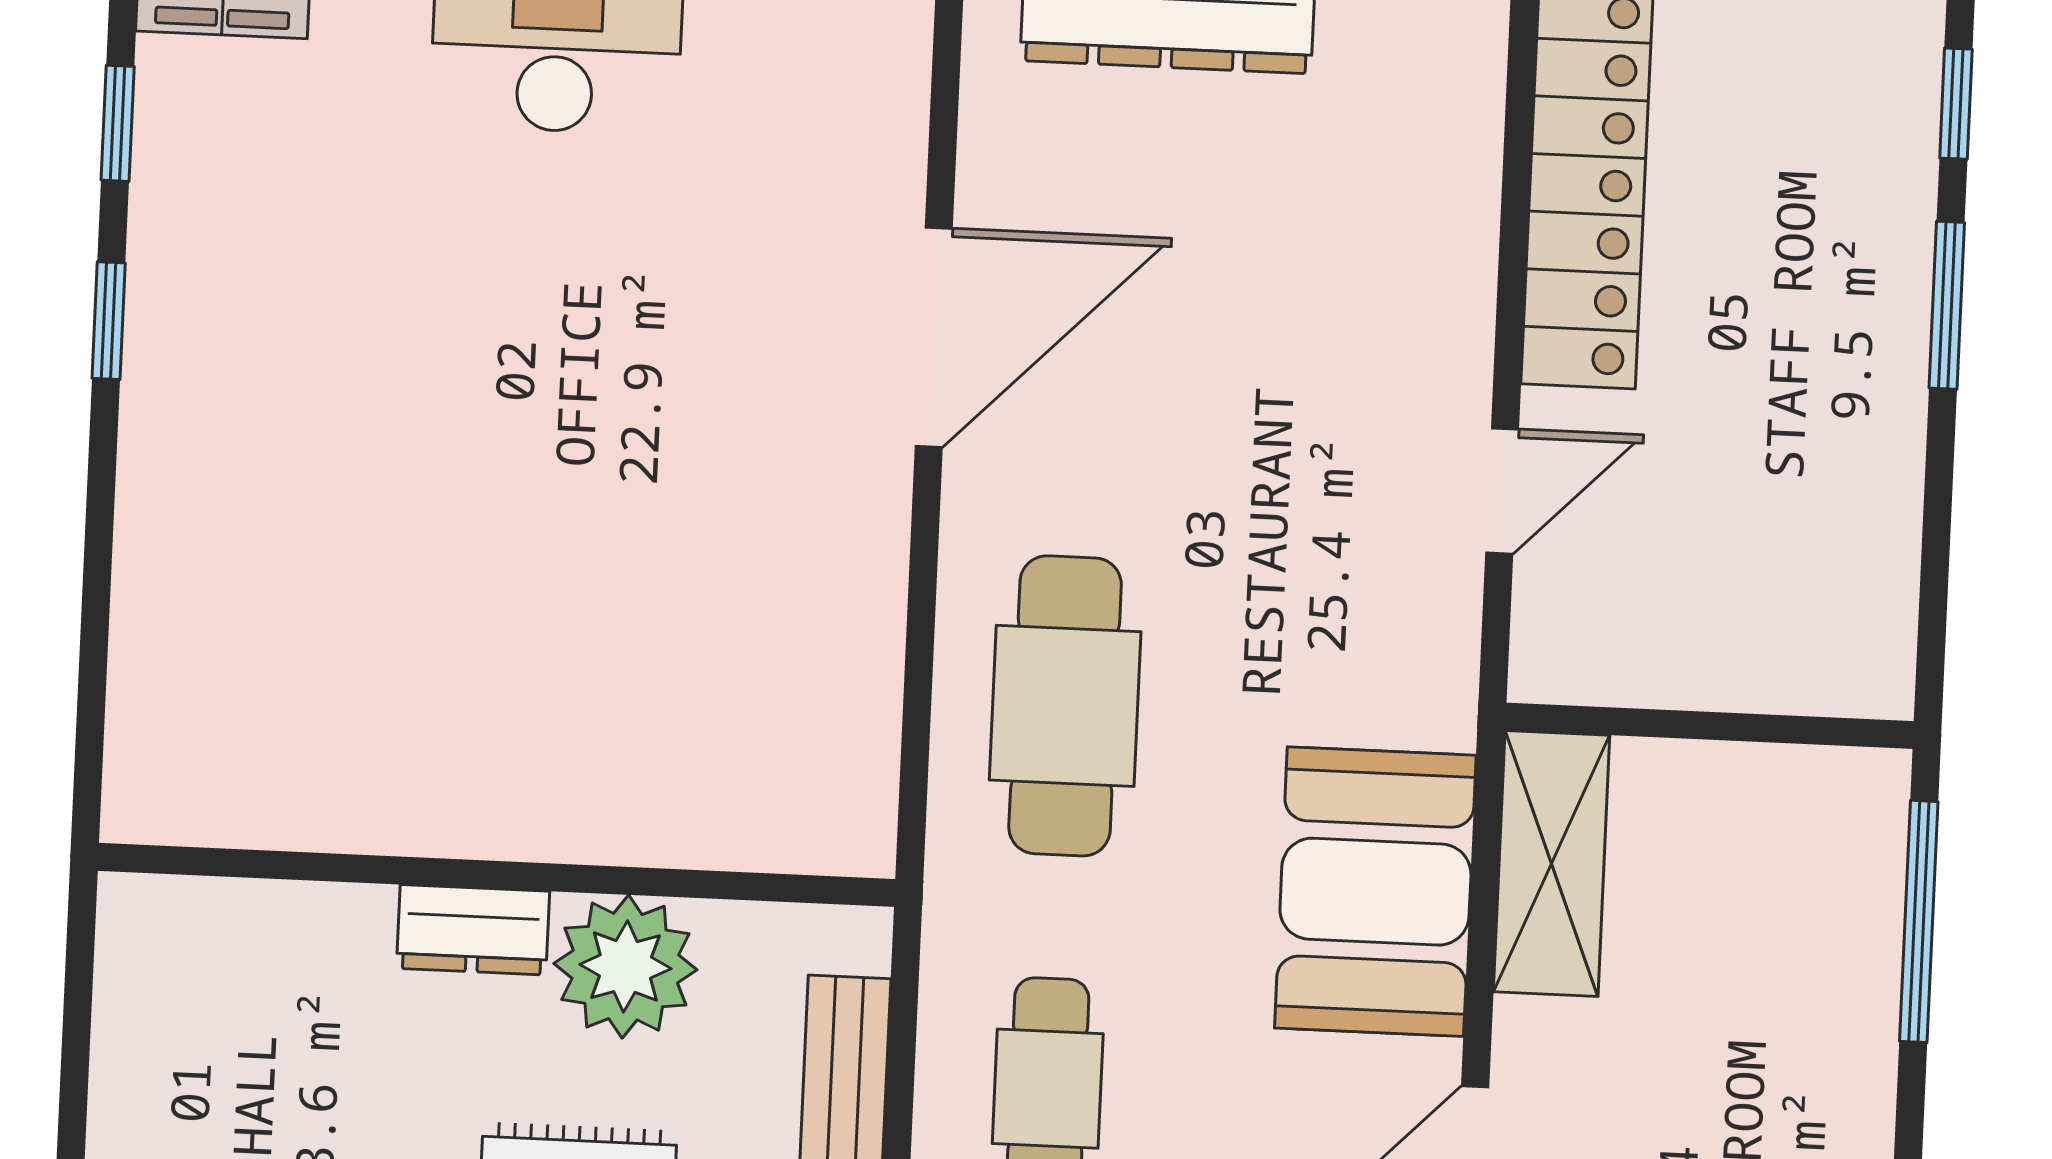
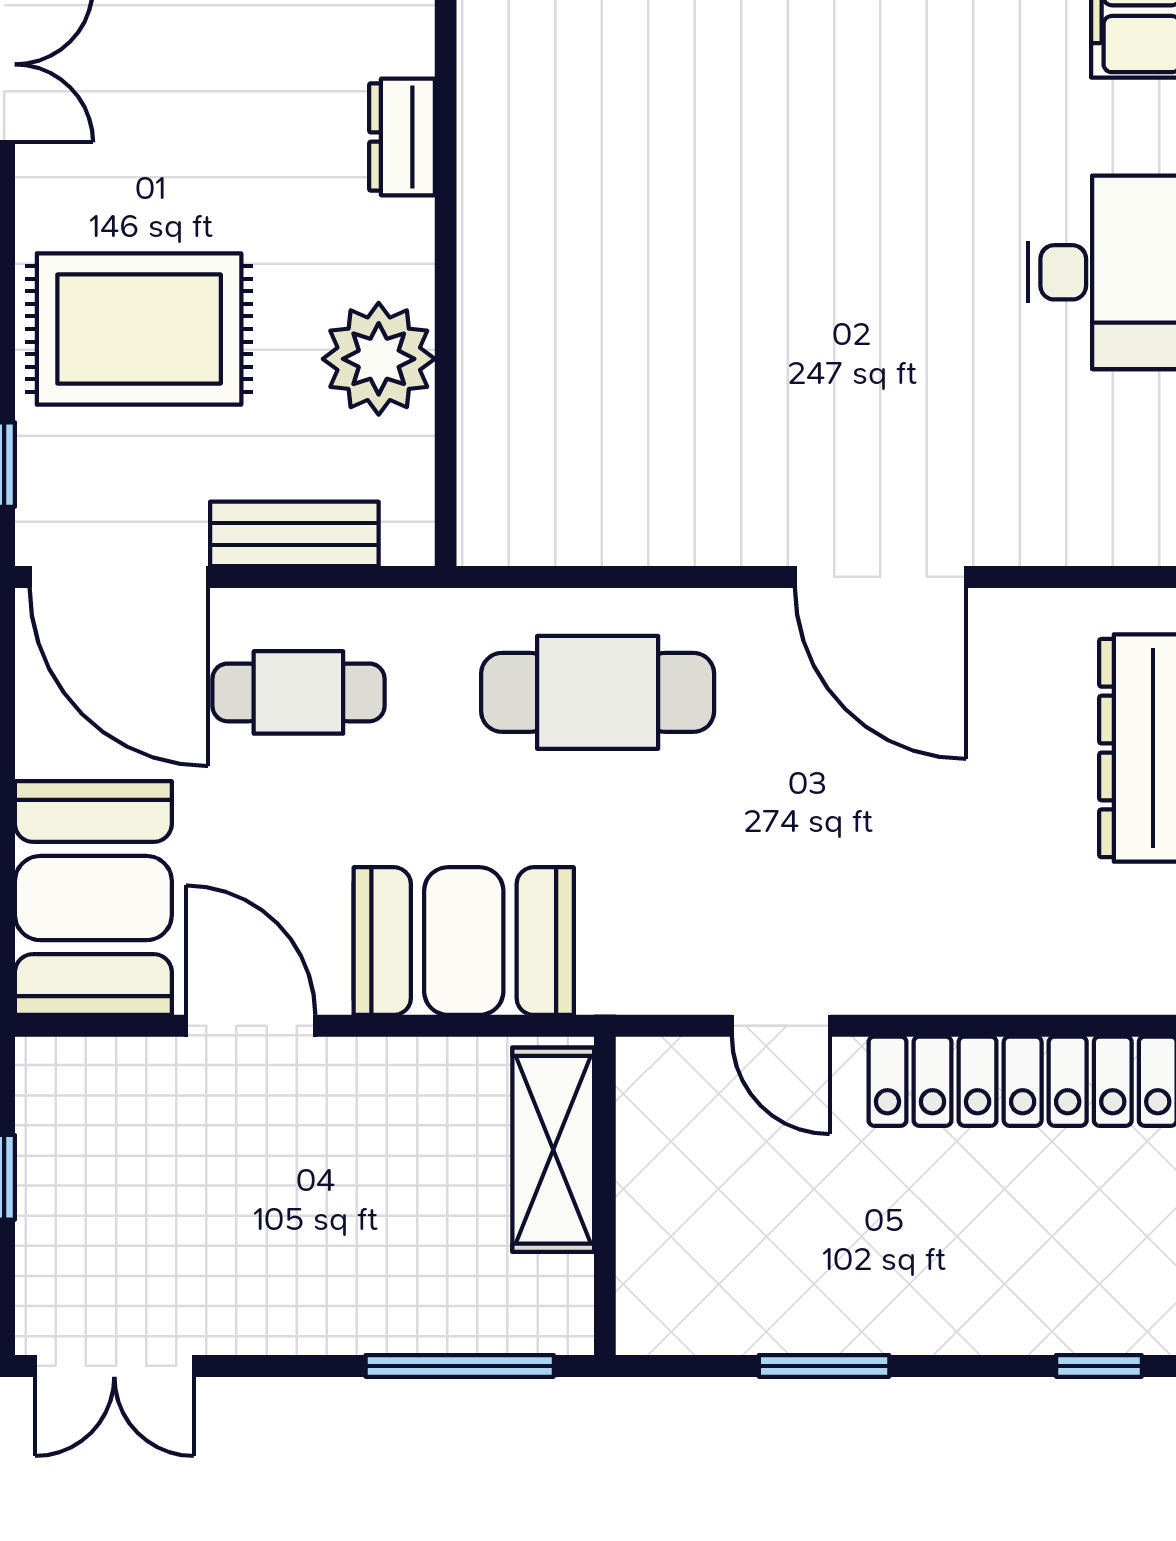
window: (1947, 305) -> (824, 1366), moved
shelving: (1552, 864) -> (553, 1150), moved, turned 90
dresser: (473, 930) -> (402, 137), moved

